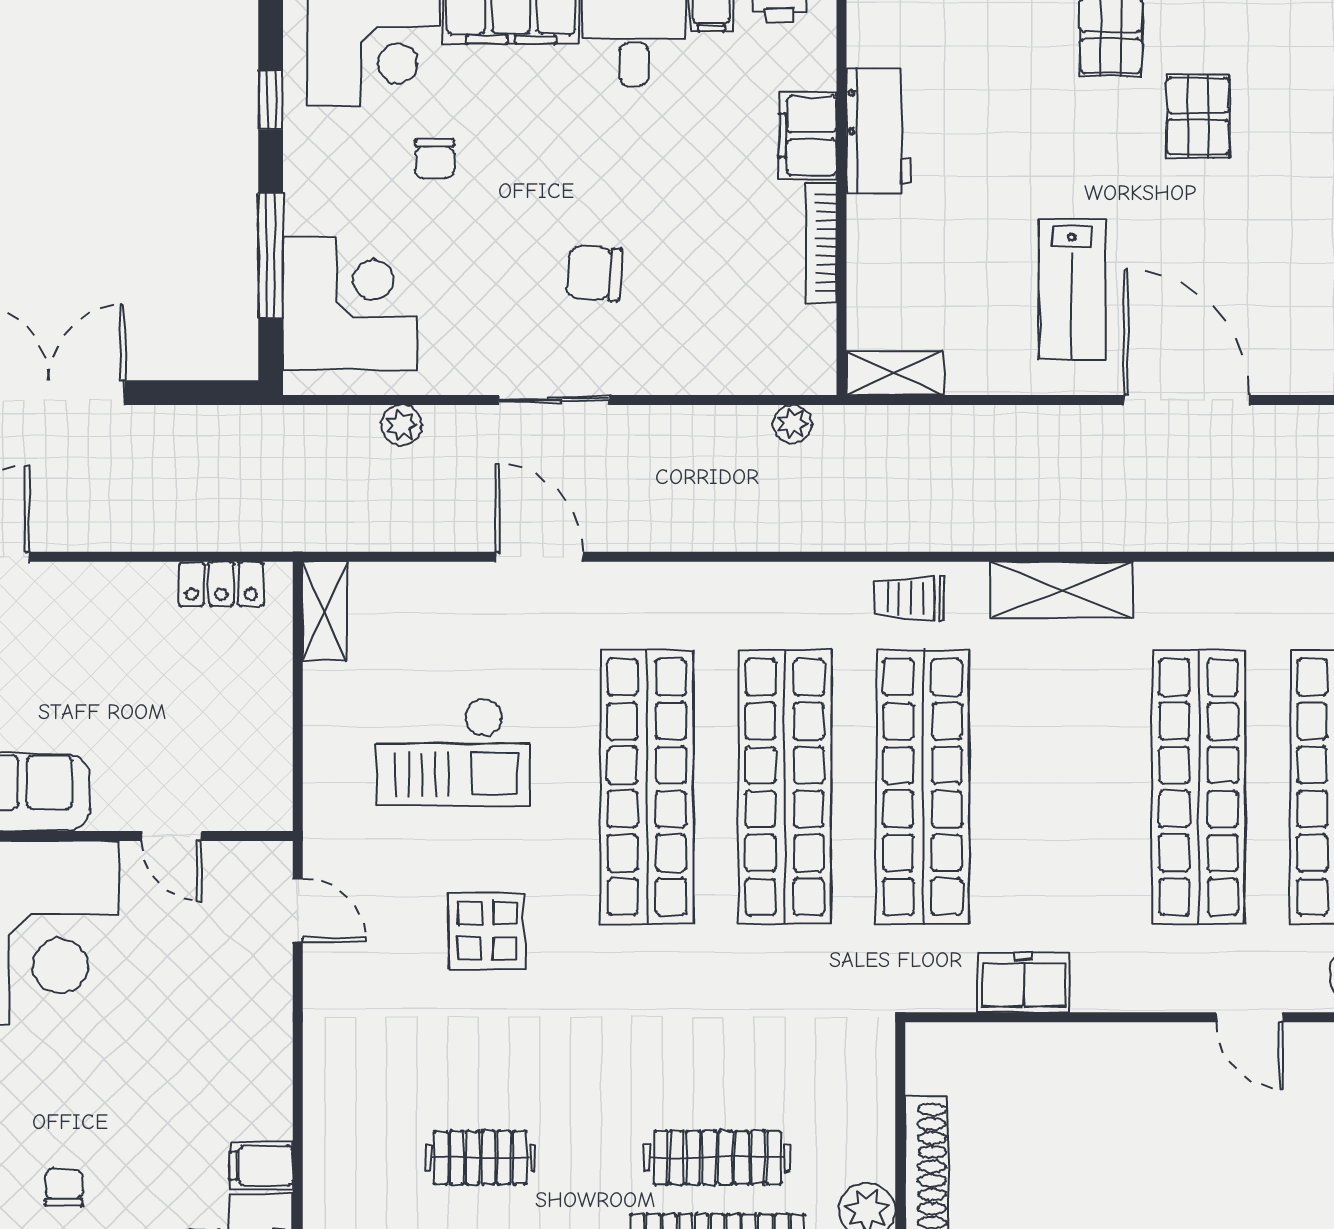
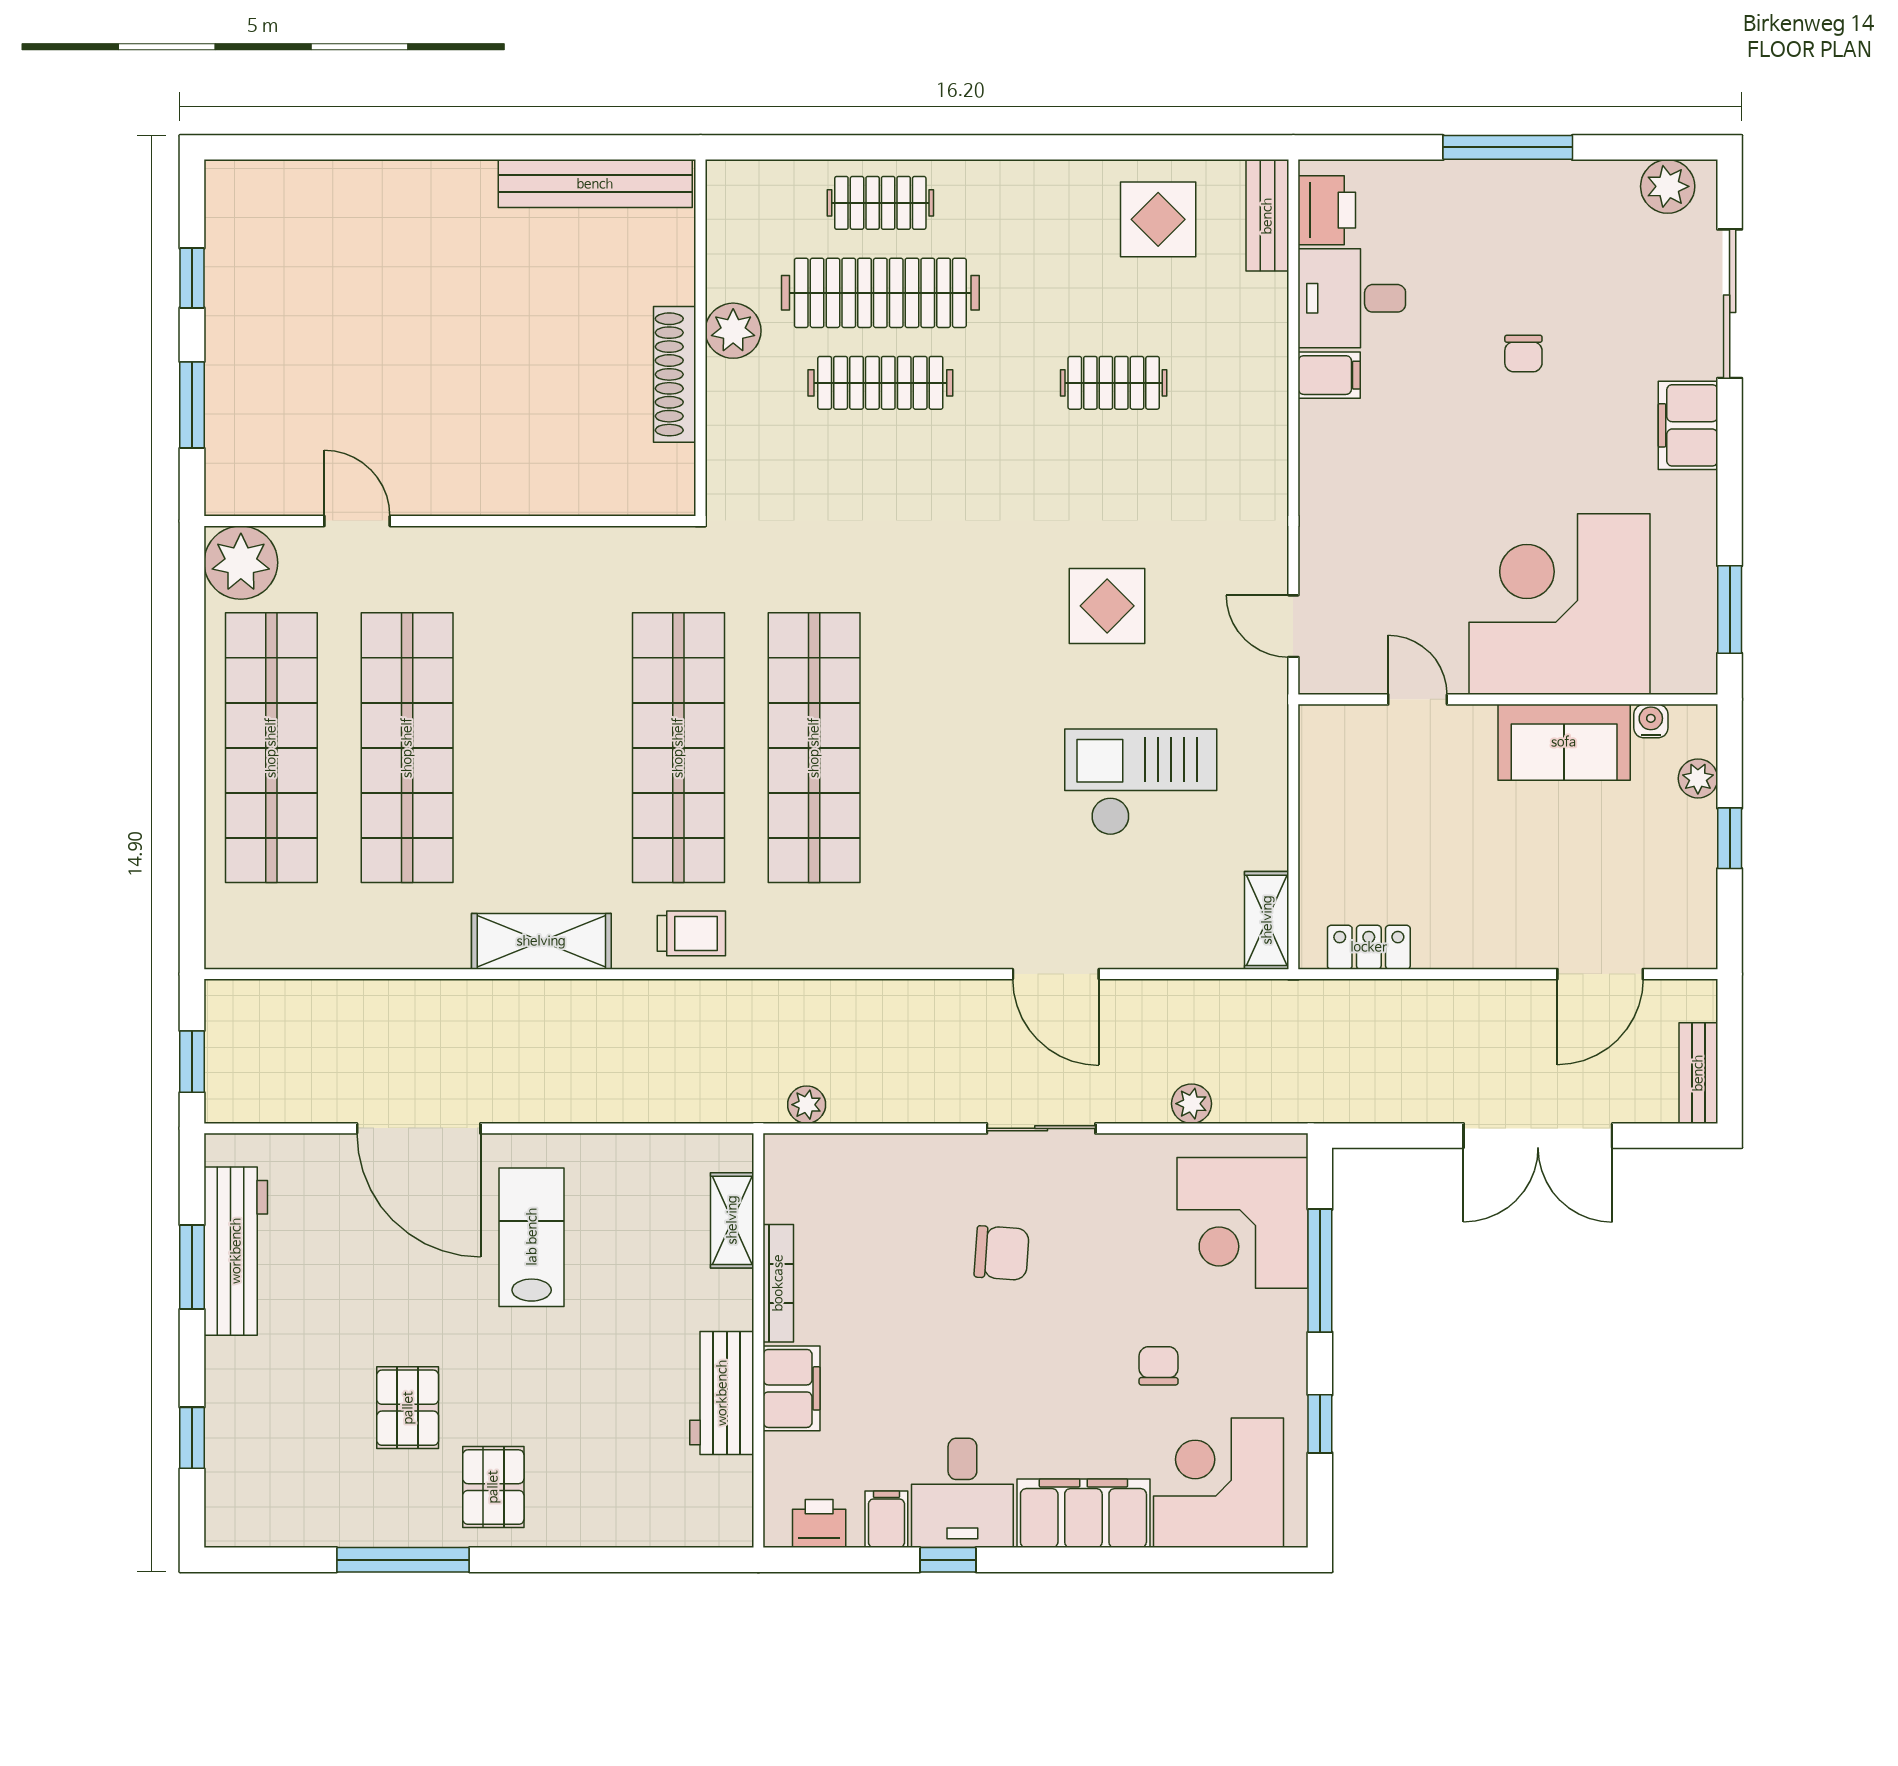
shelving: (895, 373) -> (732, 1220), moved, turned 90
shop shelf: (647, 787) -> (950, 748), removed
freezer: (1023, 982) -> (579, 555), removed

